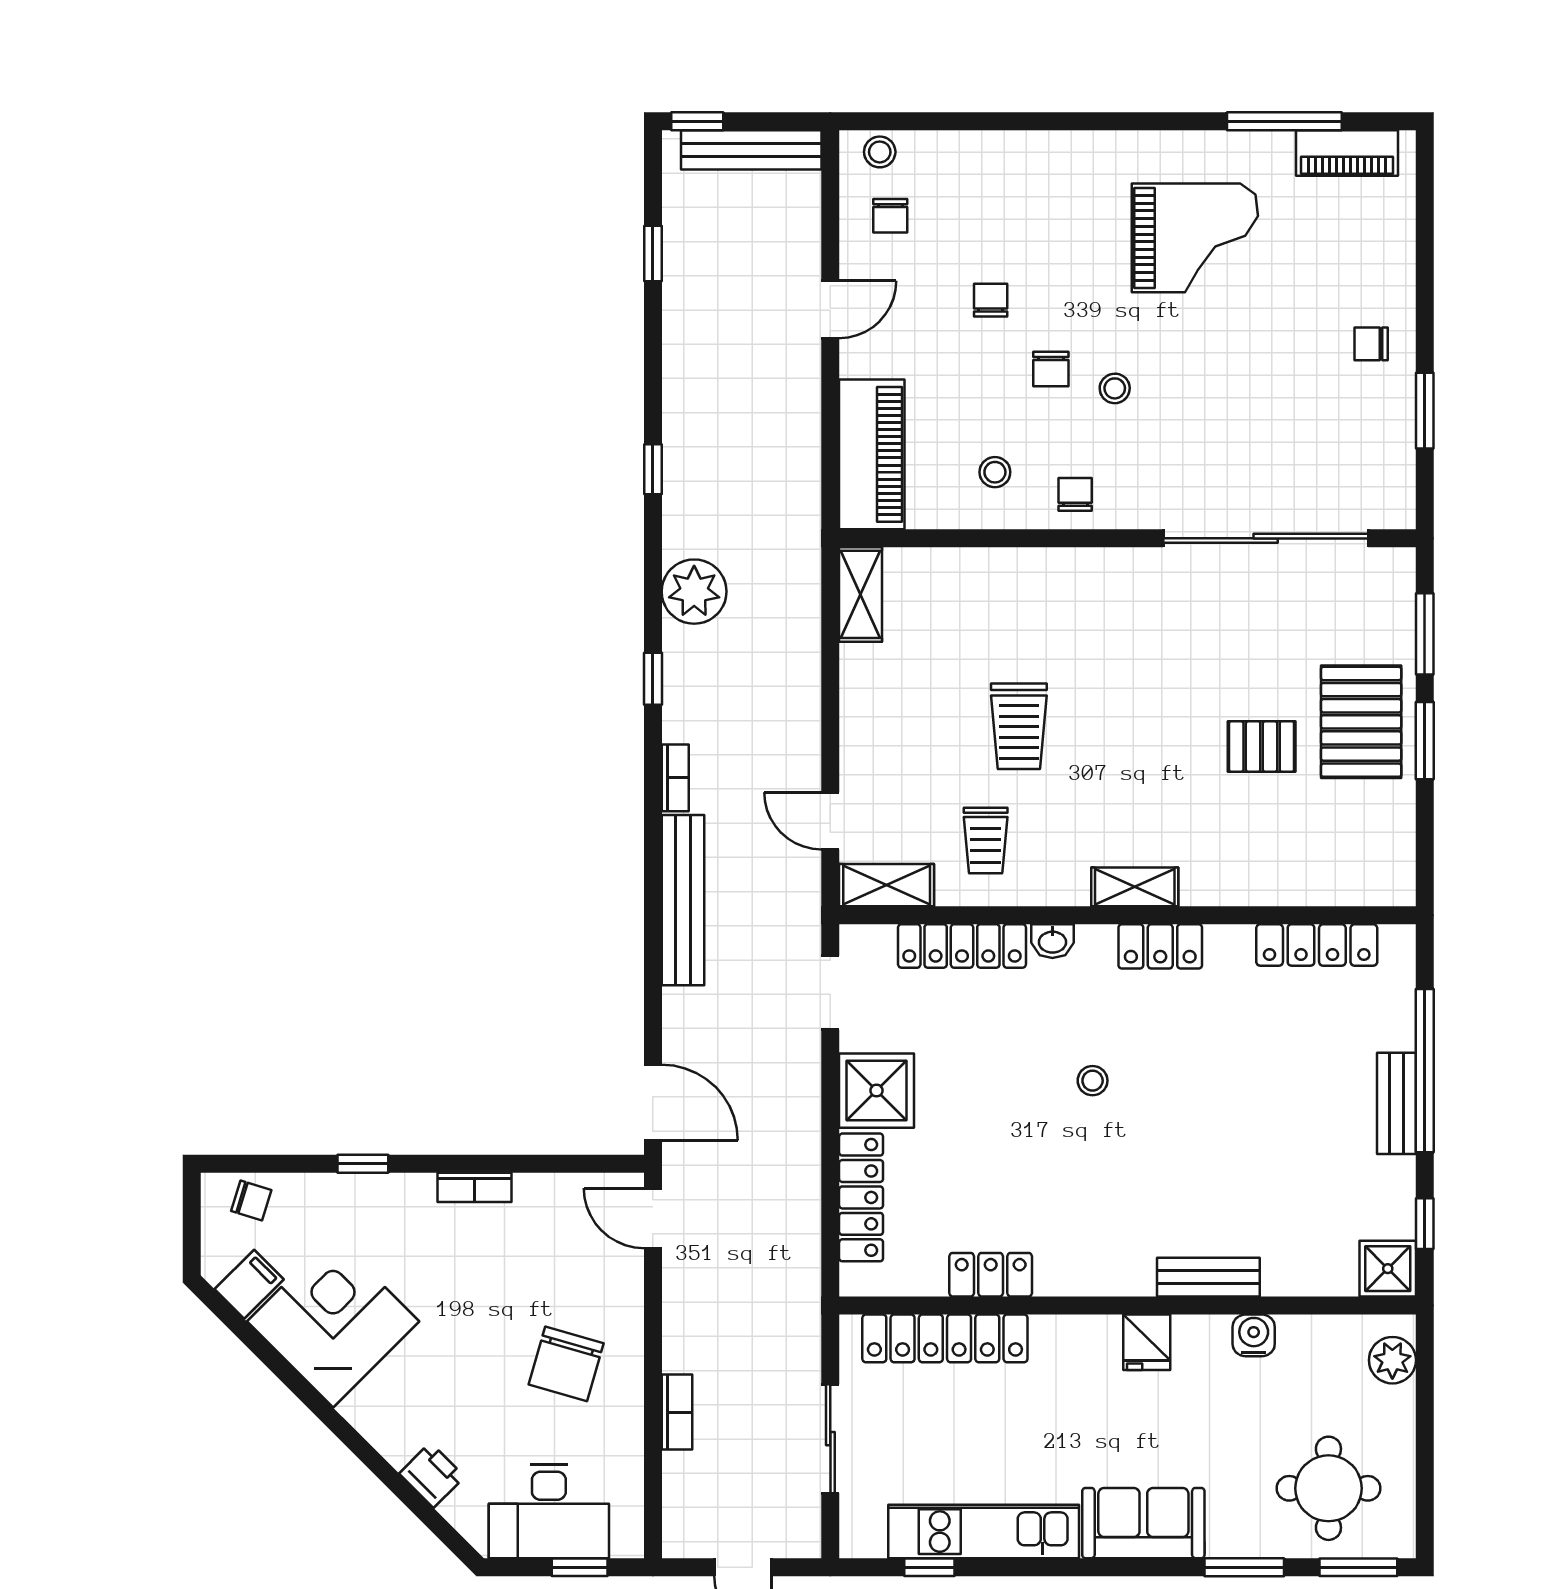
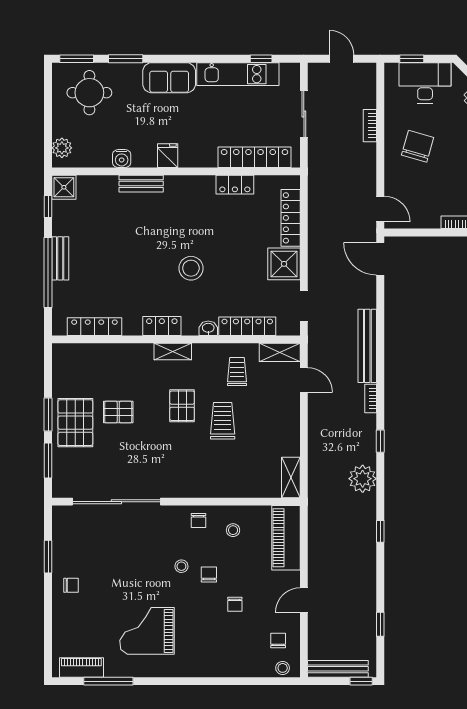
pallet: (1113, 761) -> (182, 406), added
stool: (1093, 1081) -> (191, 268), width x1.89, depth x1.89

